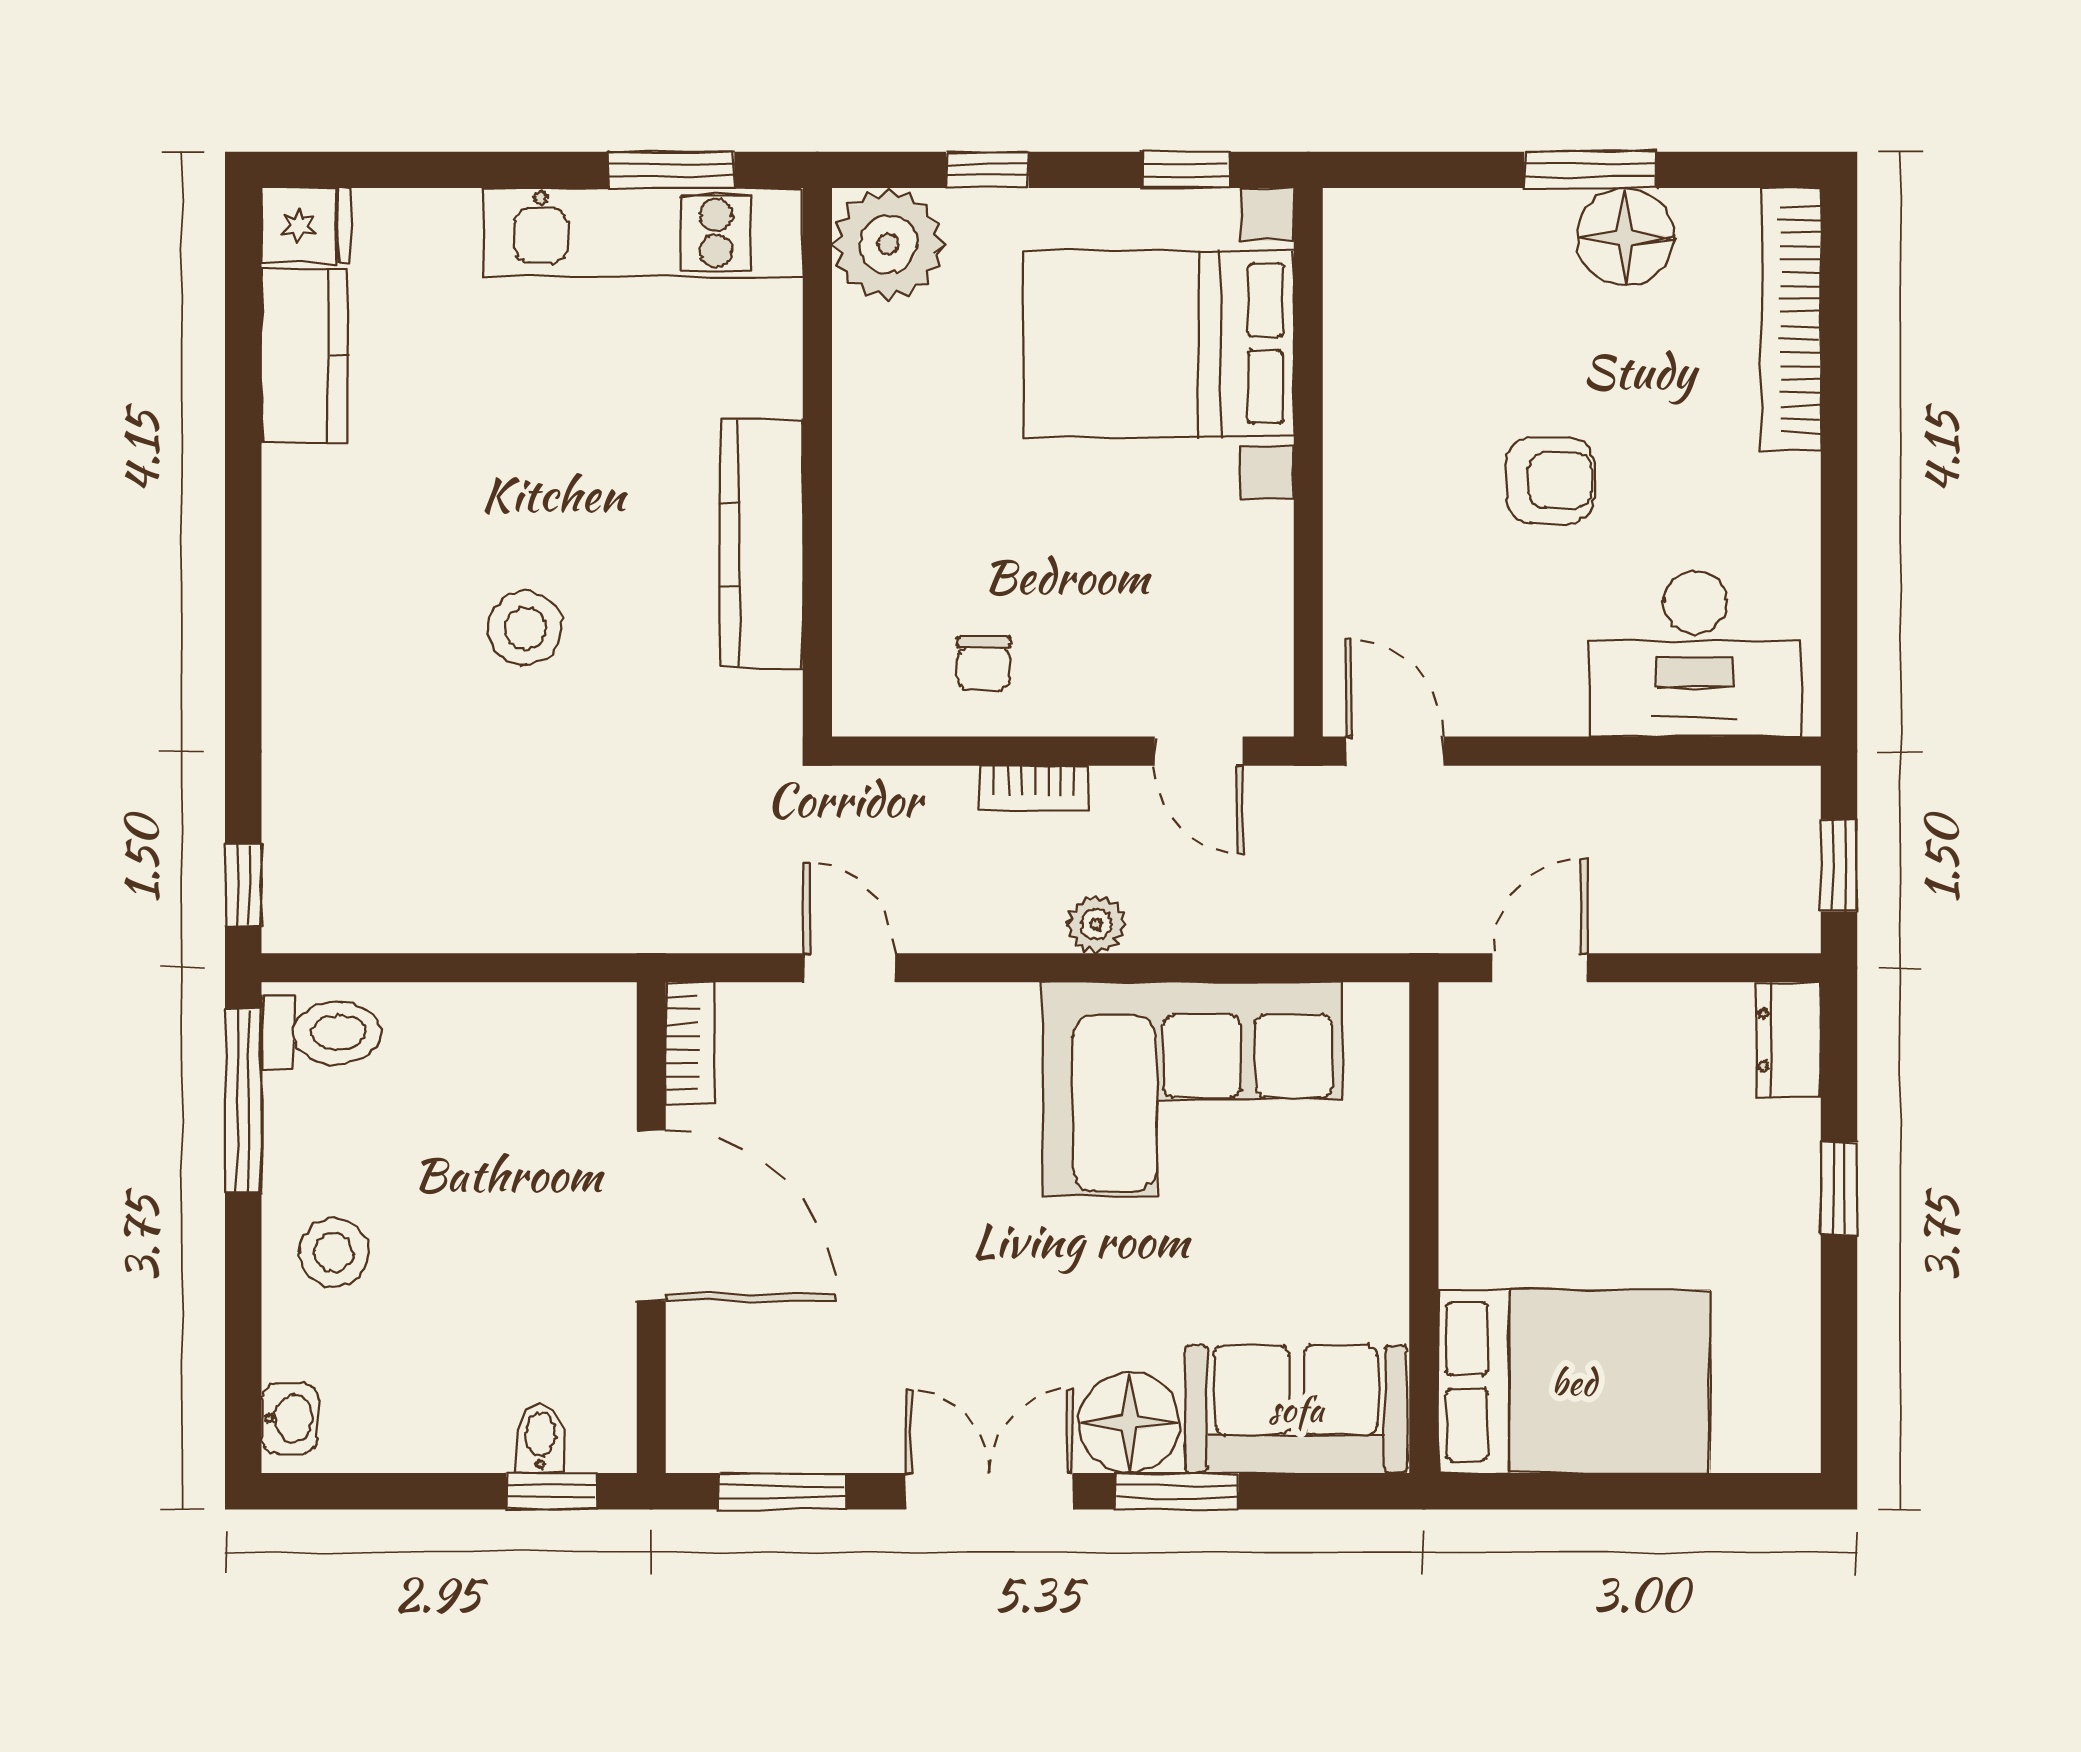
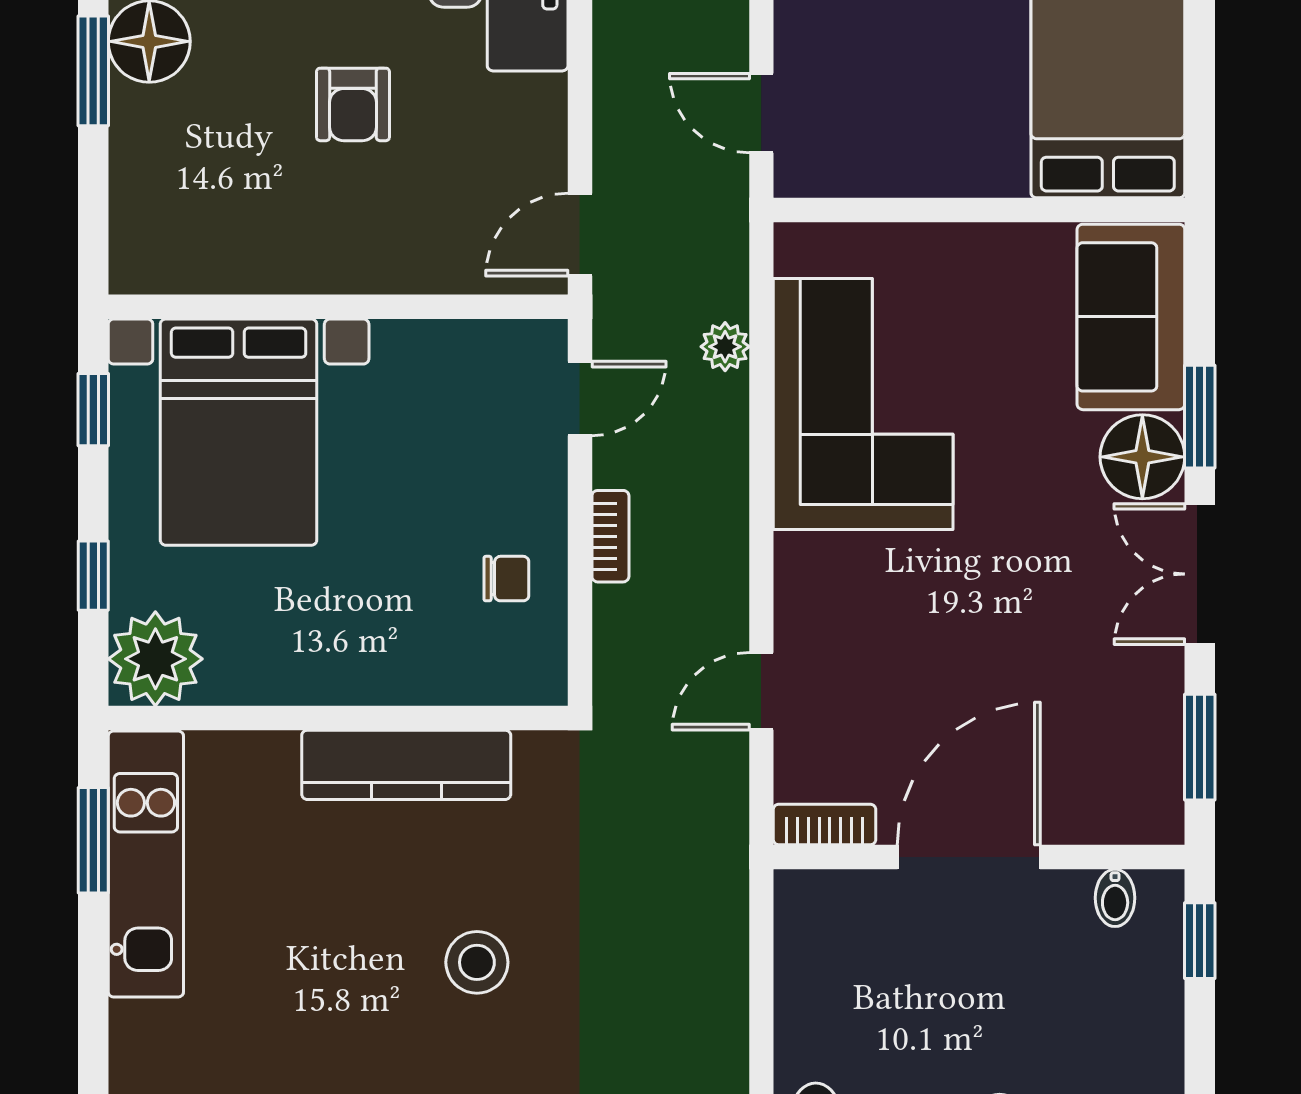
armchair: (1550, 480) -> (353, 104), turned 180
plant: (1096, 924) -> (725, 347), moved
bidet: (540, 1439) -> (1115, 898), moved, turned -90

